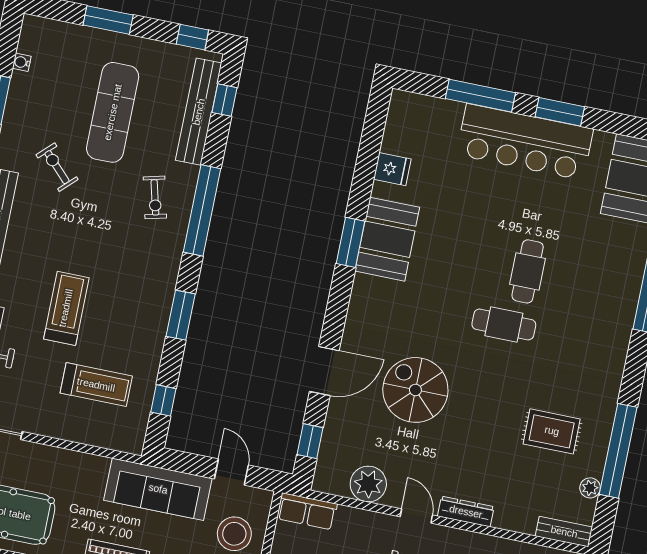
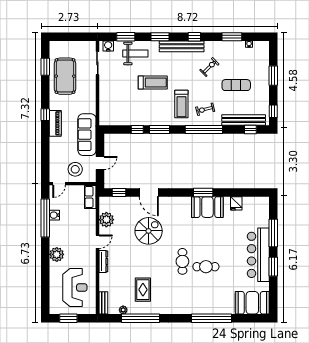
exercise mat: (113, 112) -> (236, 85), width x0.73, depth x0.69
treadmill: (96, 385) -> (181, 104), moved
window: (163, 400) -> (137, 129), moved

